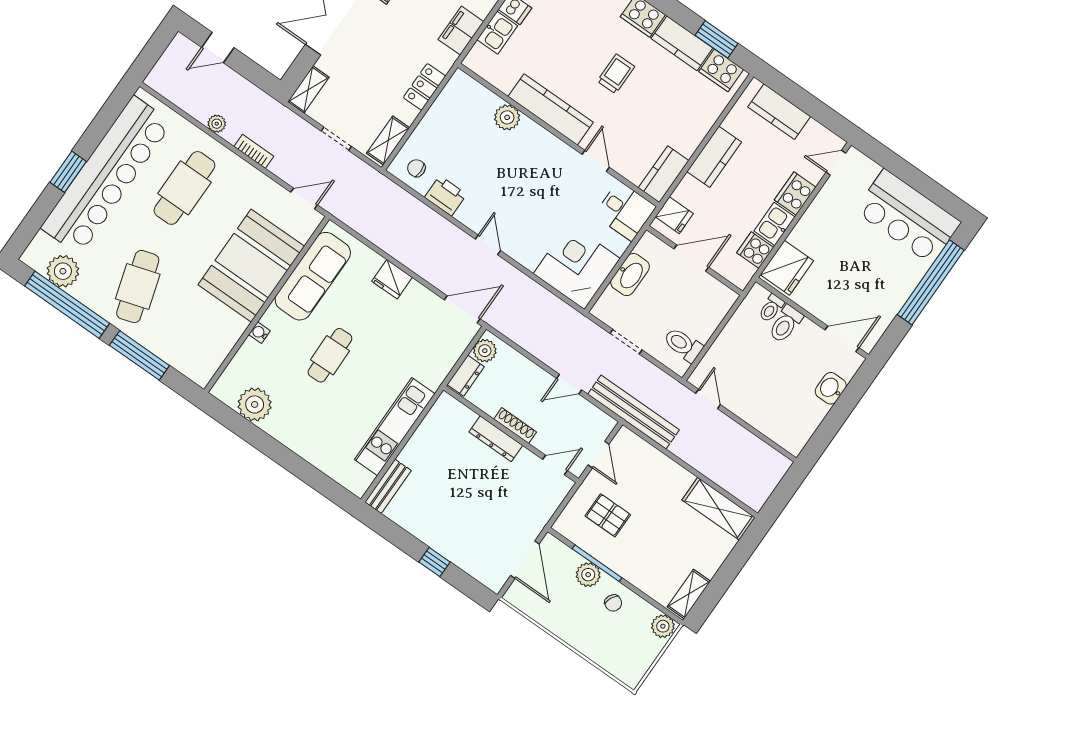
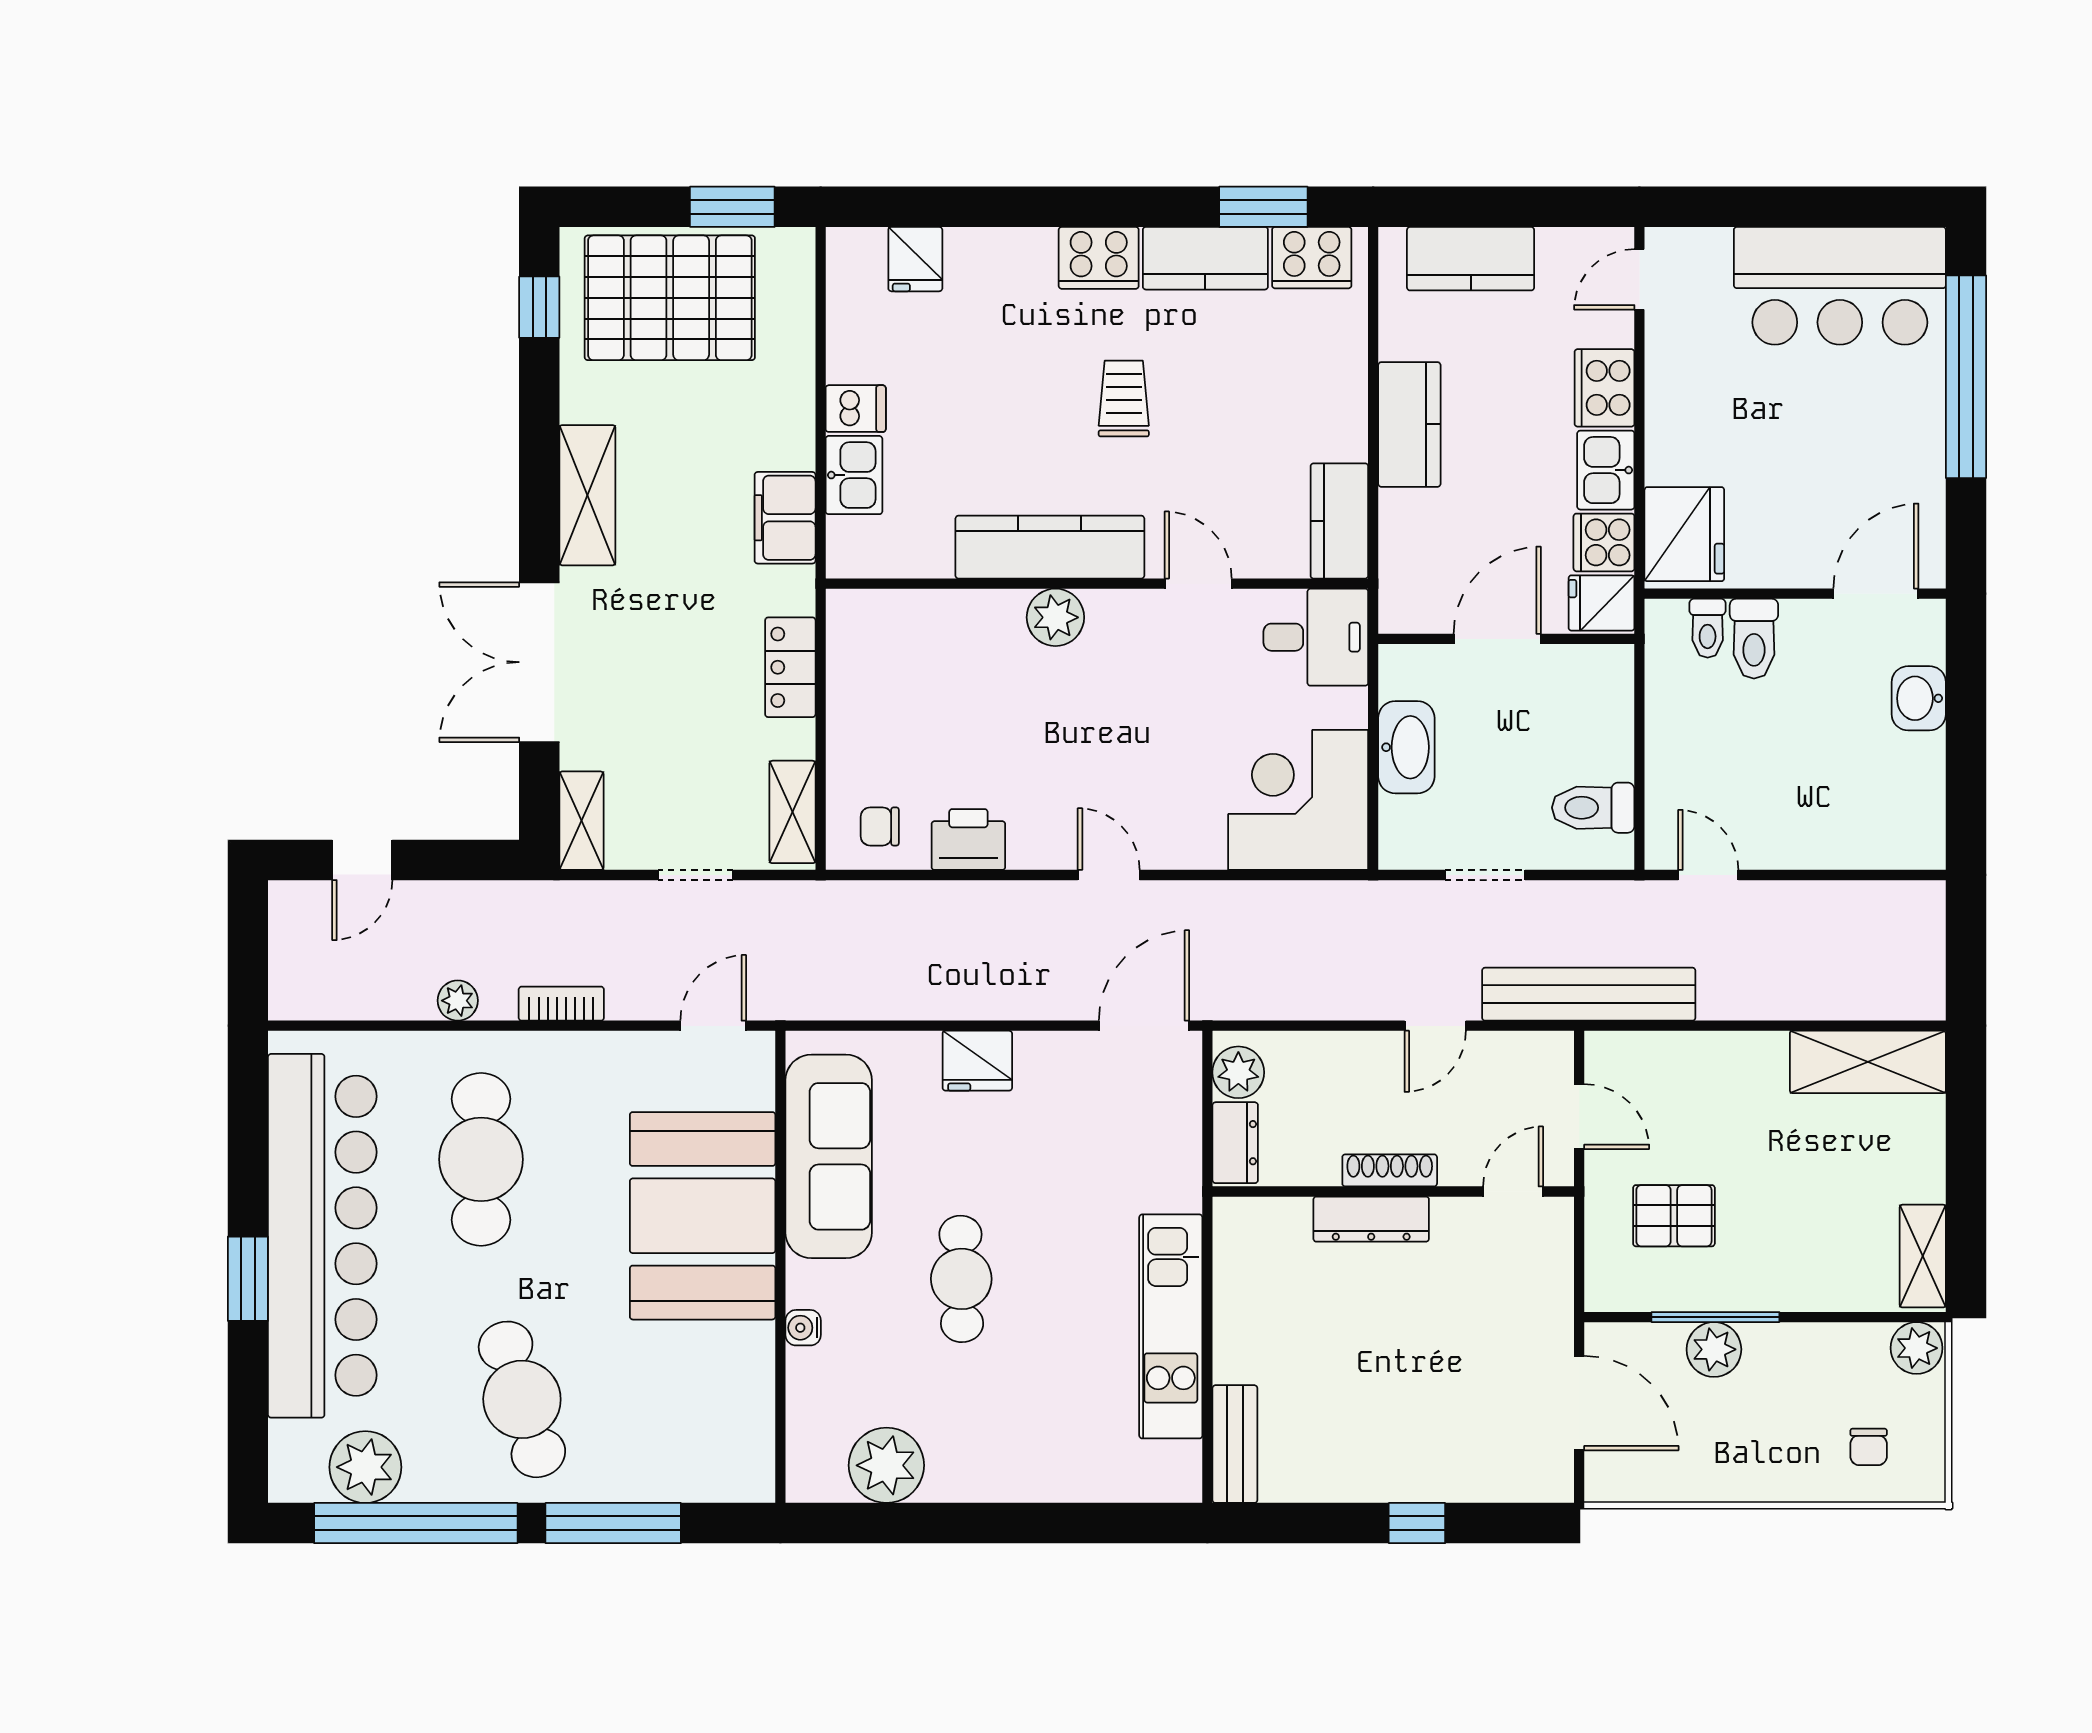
plant: (507, 117) -> (1055, 617), moved
fridge: (674, 215) -> (1601, 603), moved, turned 180
chair: (613, 603) -> (1869, 1447), moved, turned 64

